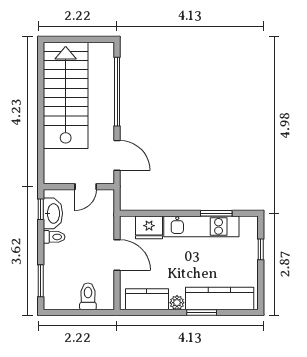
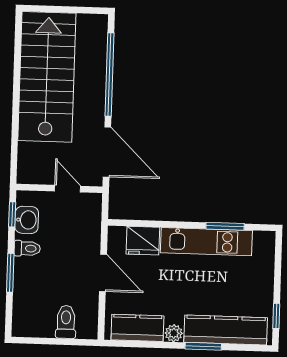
door: (117, 155) -> (107, 152), width x1.36
door: (86, 187) -> (68, 189), swing flipped
washbasin: (53, 213) -> (27, 220), width x0.72
window: (261, 249) -> (276, 316), moved
window: (41, 281) -> (10, 273), moved

